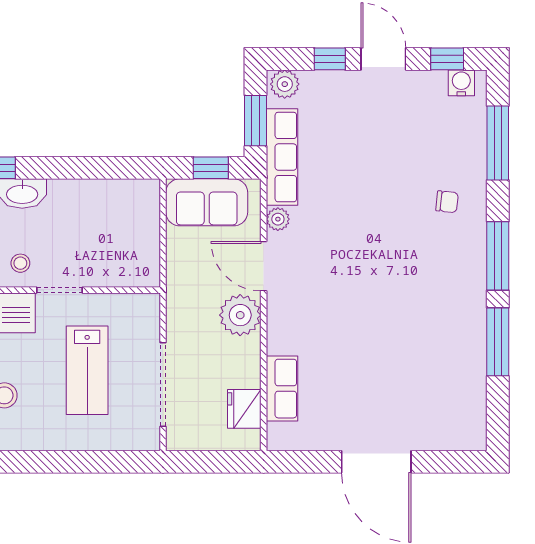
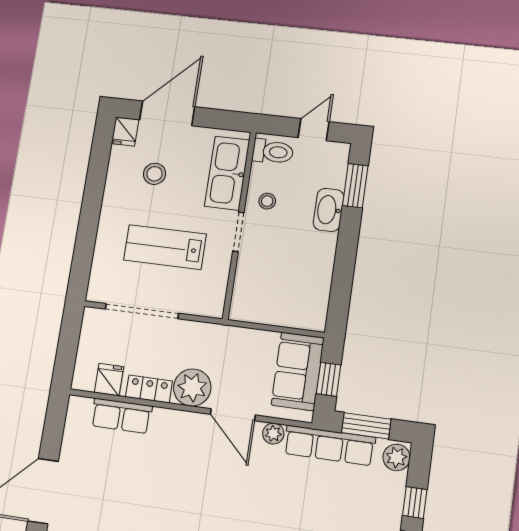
door: (264, 266) -> (233, 415), swing flipped
locker: (249, 363) -> (149, 389), added
fridge: (244, 409) -> (109, 380), width x0.72

